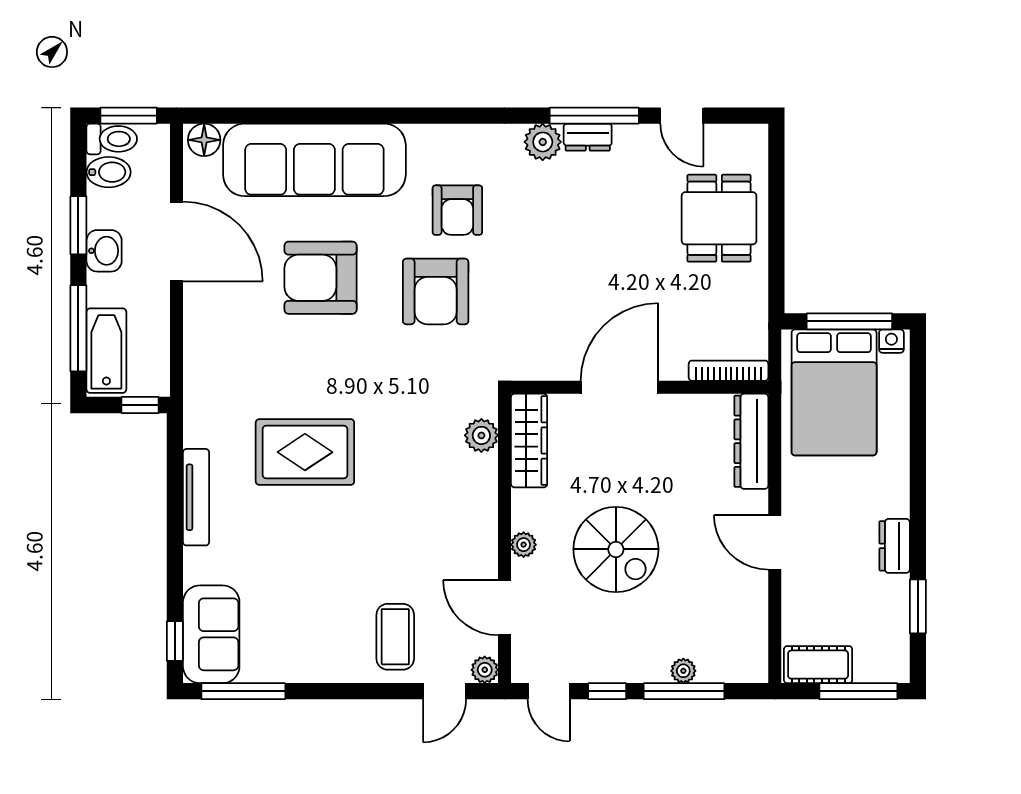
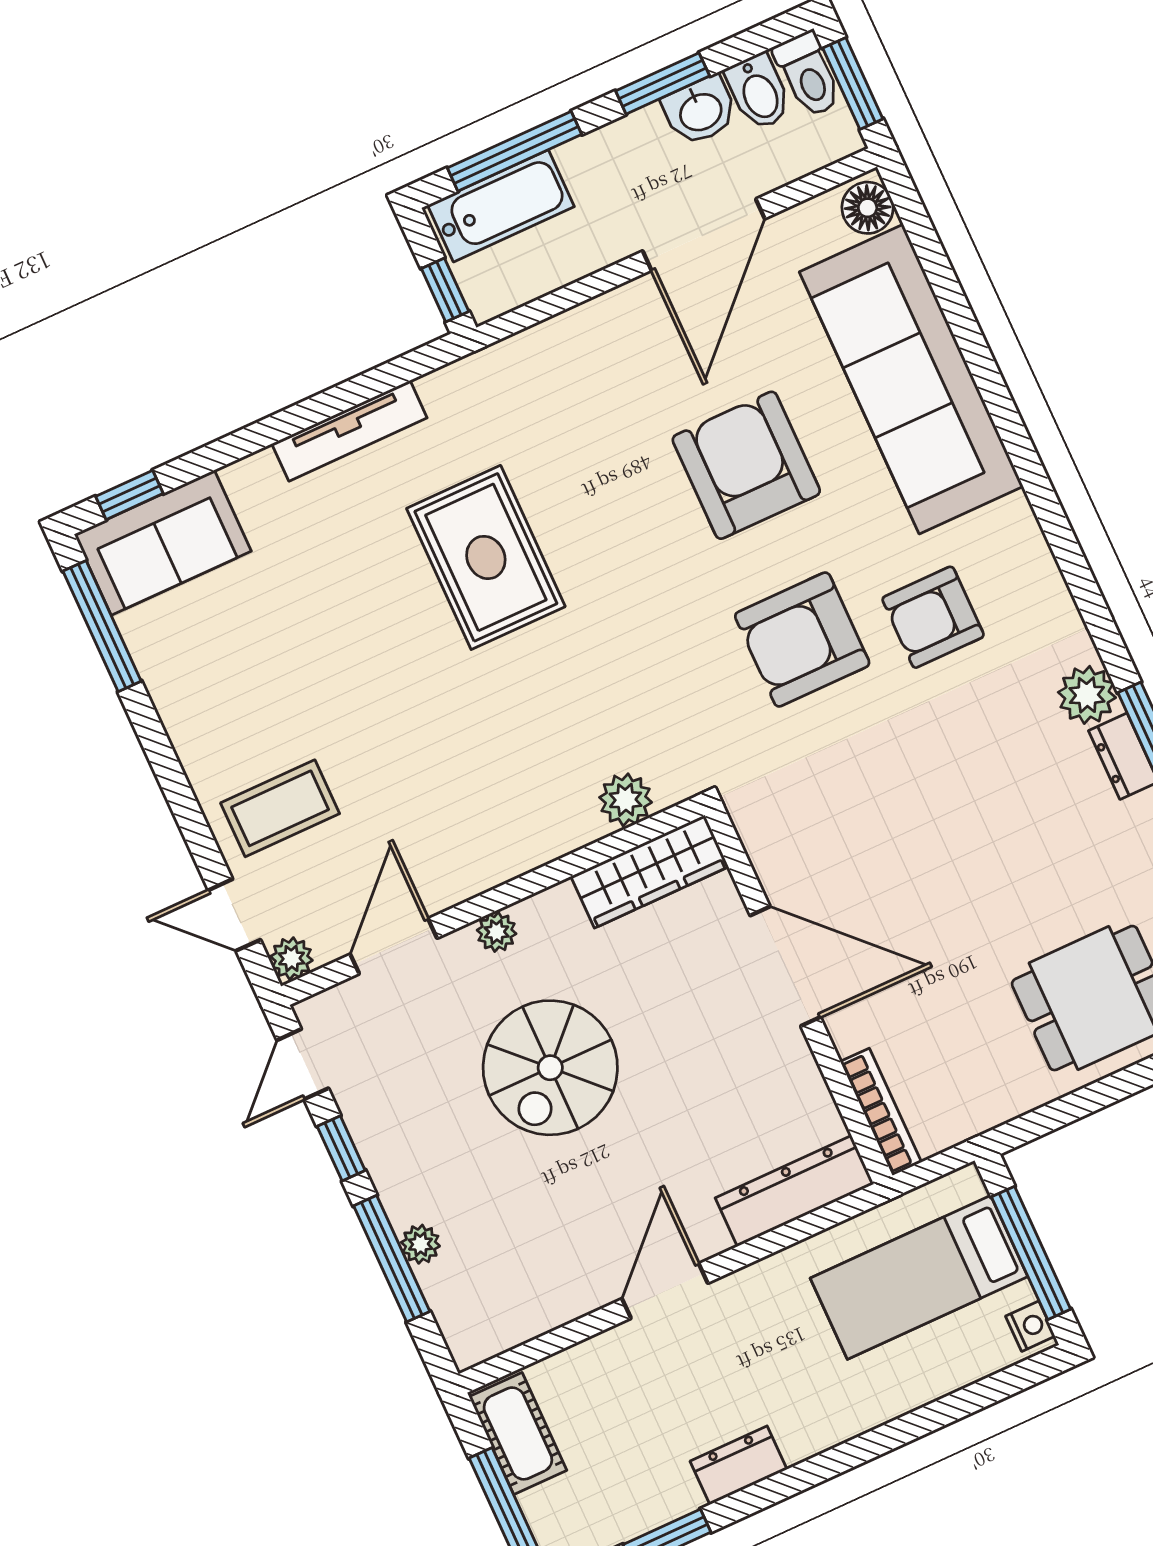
washbasin: (104, 251) -> (700, 111), moved
bed: (834, 392) -> (919, 1277), width x0.67

